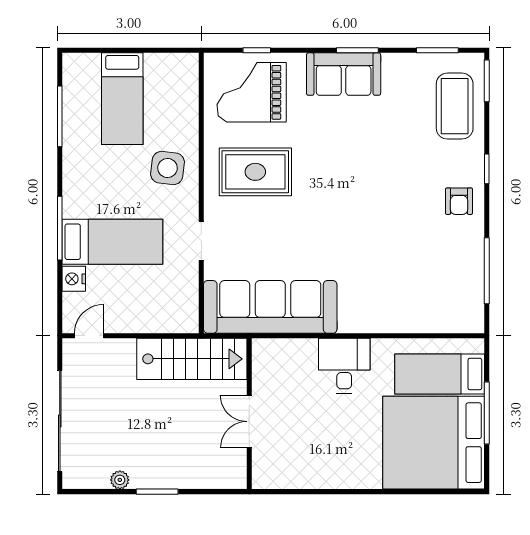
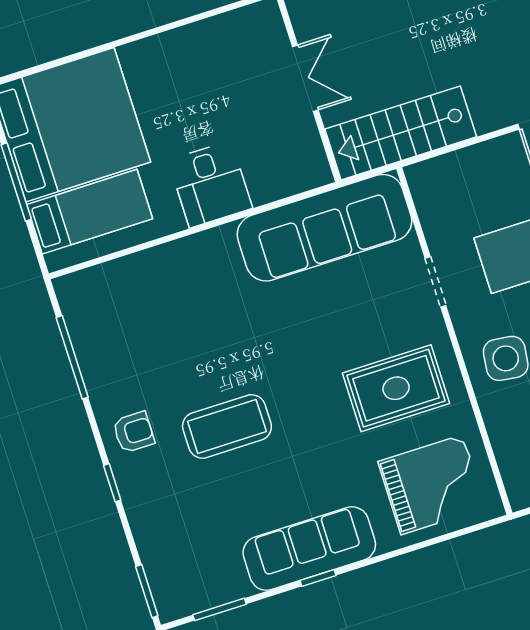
window: (257, 50) -> (442, 538), removed
window: (357, 50) -> (318, 578), width x0.67
sofa: (344, 74) -> (309, 549), width x1.36
coffee table: (455, 106) -> (227, 426), moved, turned 90
armchair: (459, 201) -> (134, 432), turned 90

